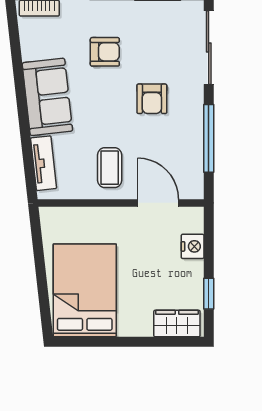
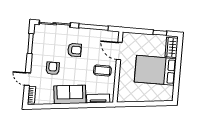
door: (158, 203) -> (119, 51), hinge flipped
nightstand: (193, 246) -> (139, 38), removed
bed: (85, 290) -> (155, 70), moved

